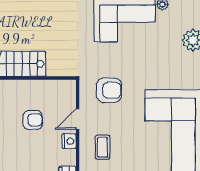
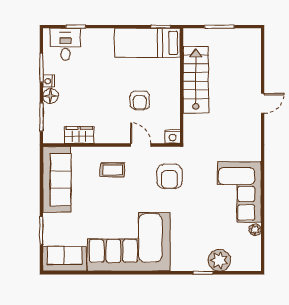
nightstand: (69, 141) -> (173, 137), moved

